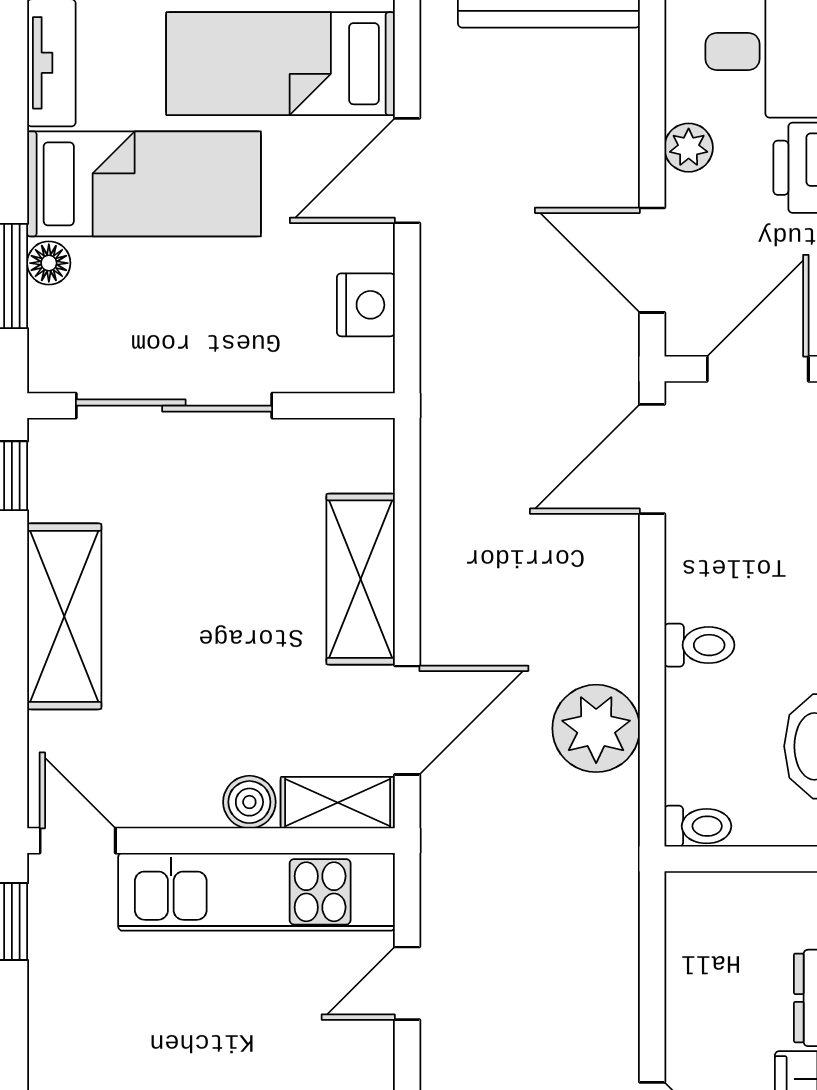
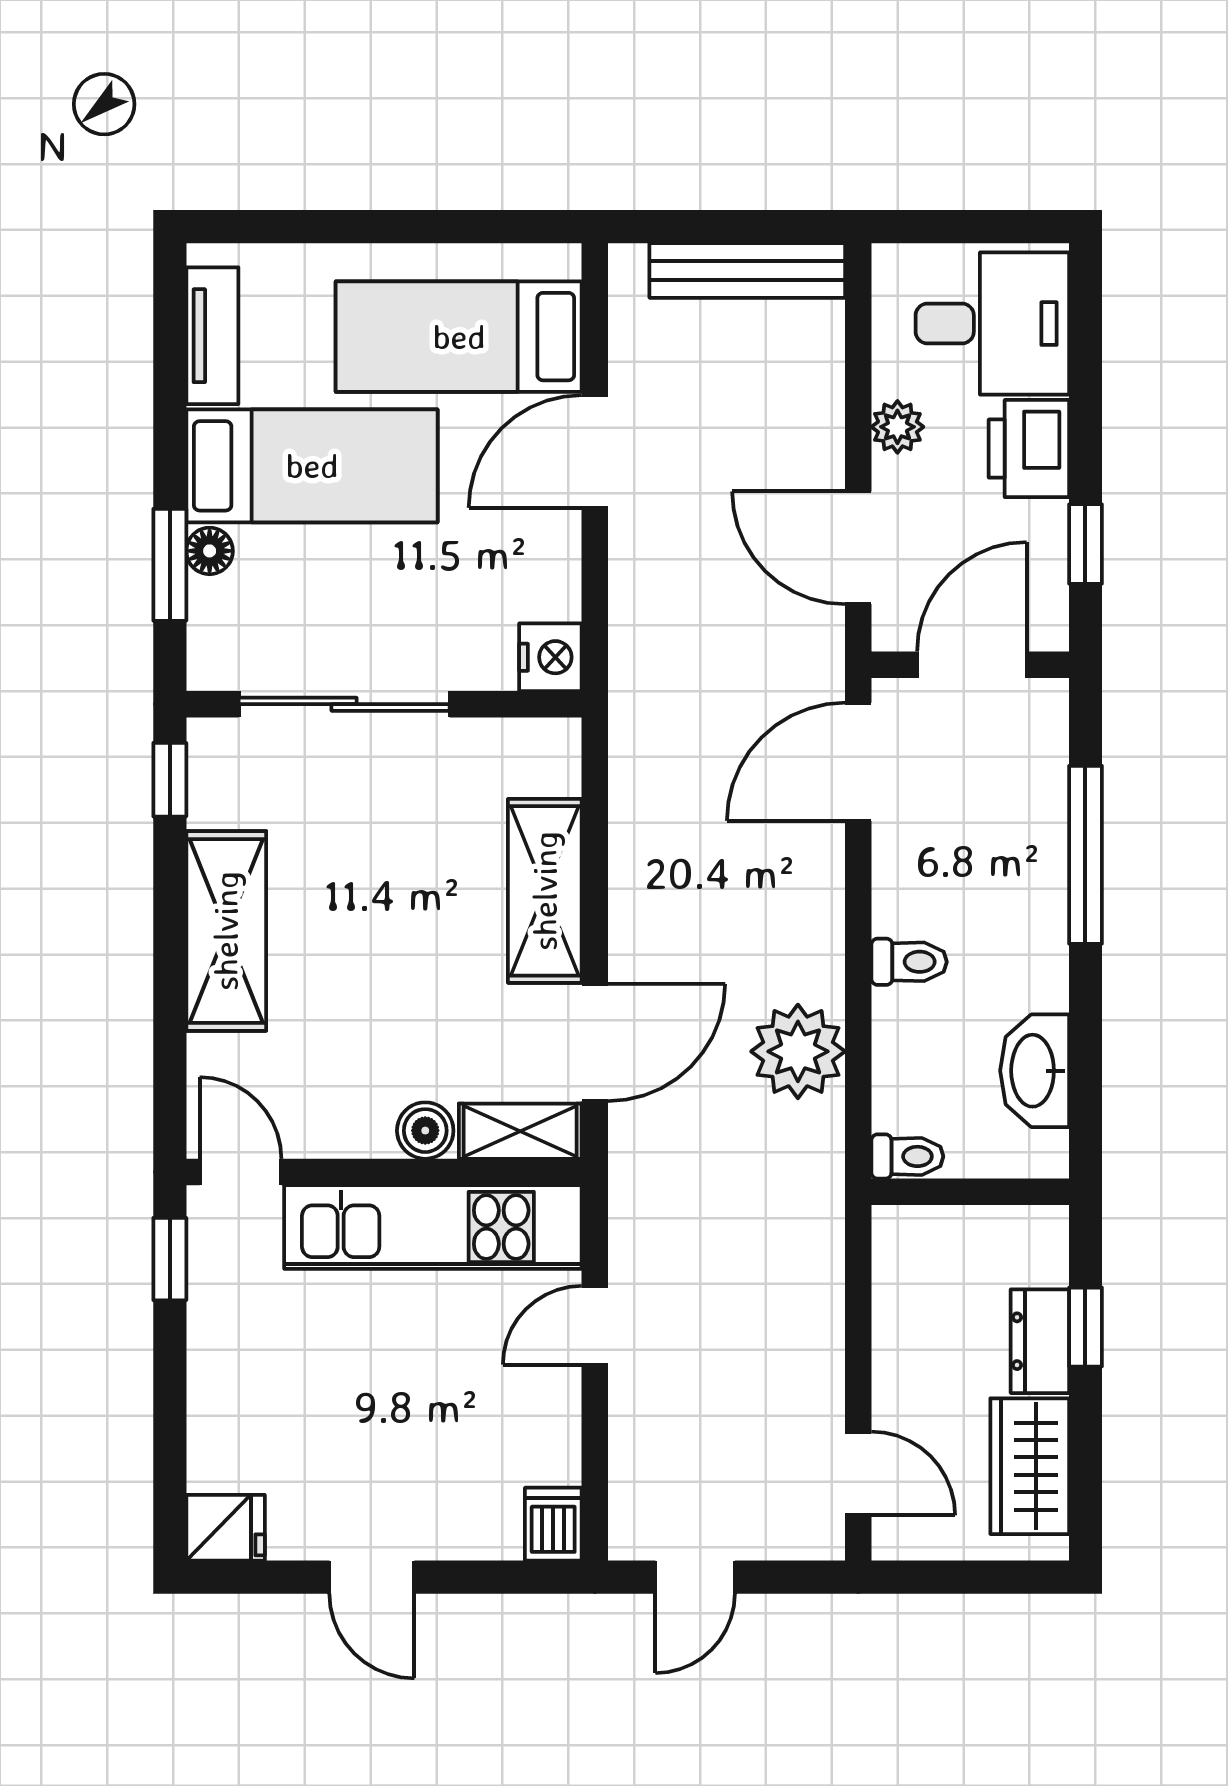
nightstand: (366, 305) -> (550, 657), moved

